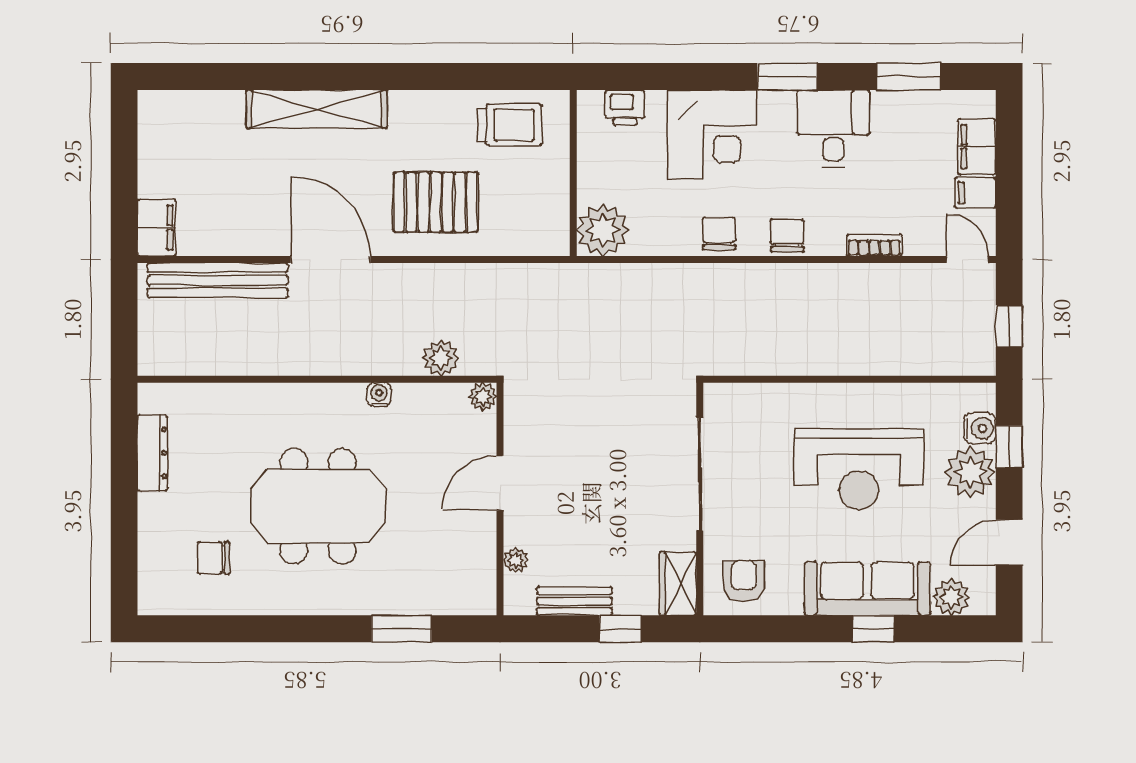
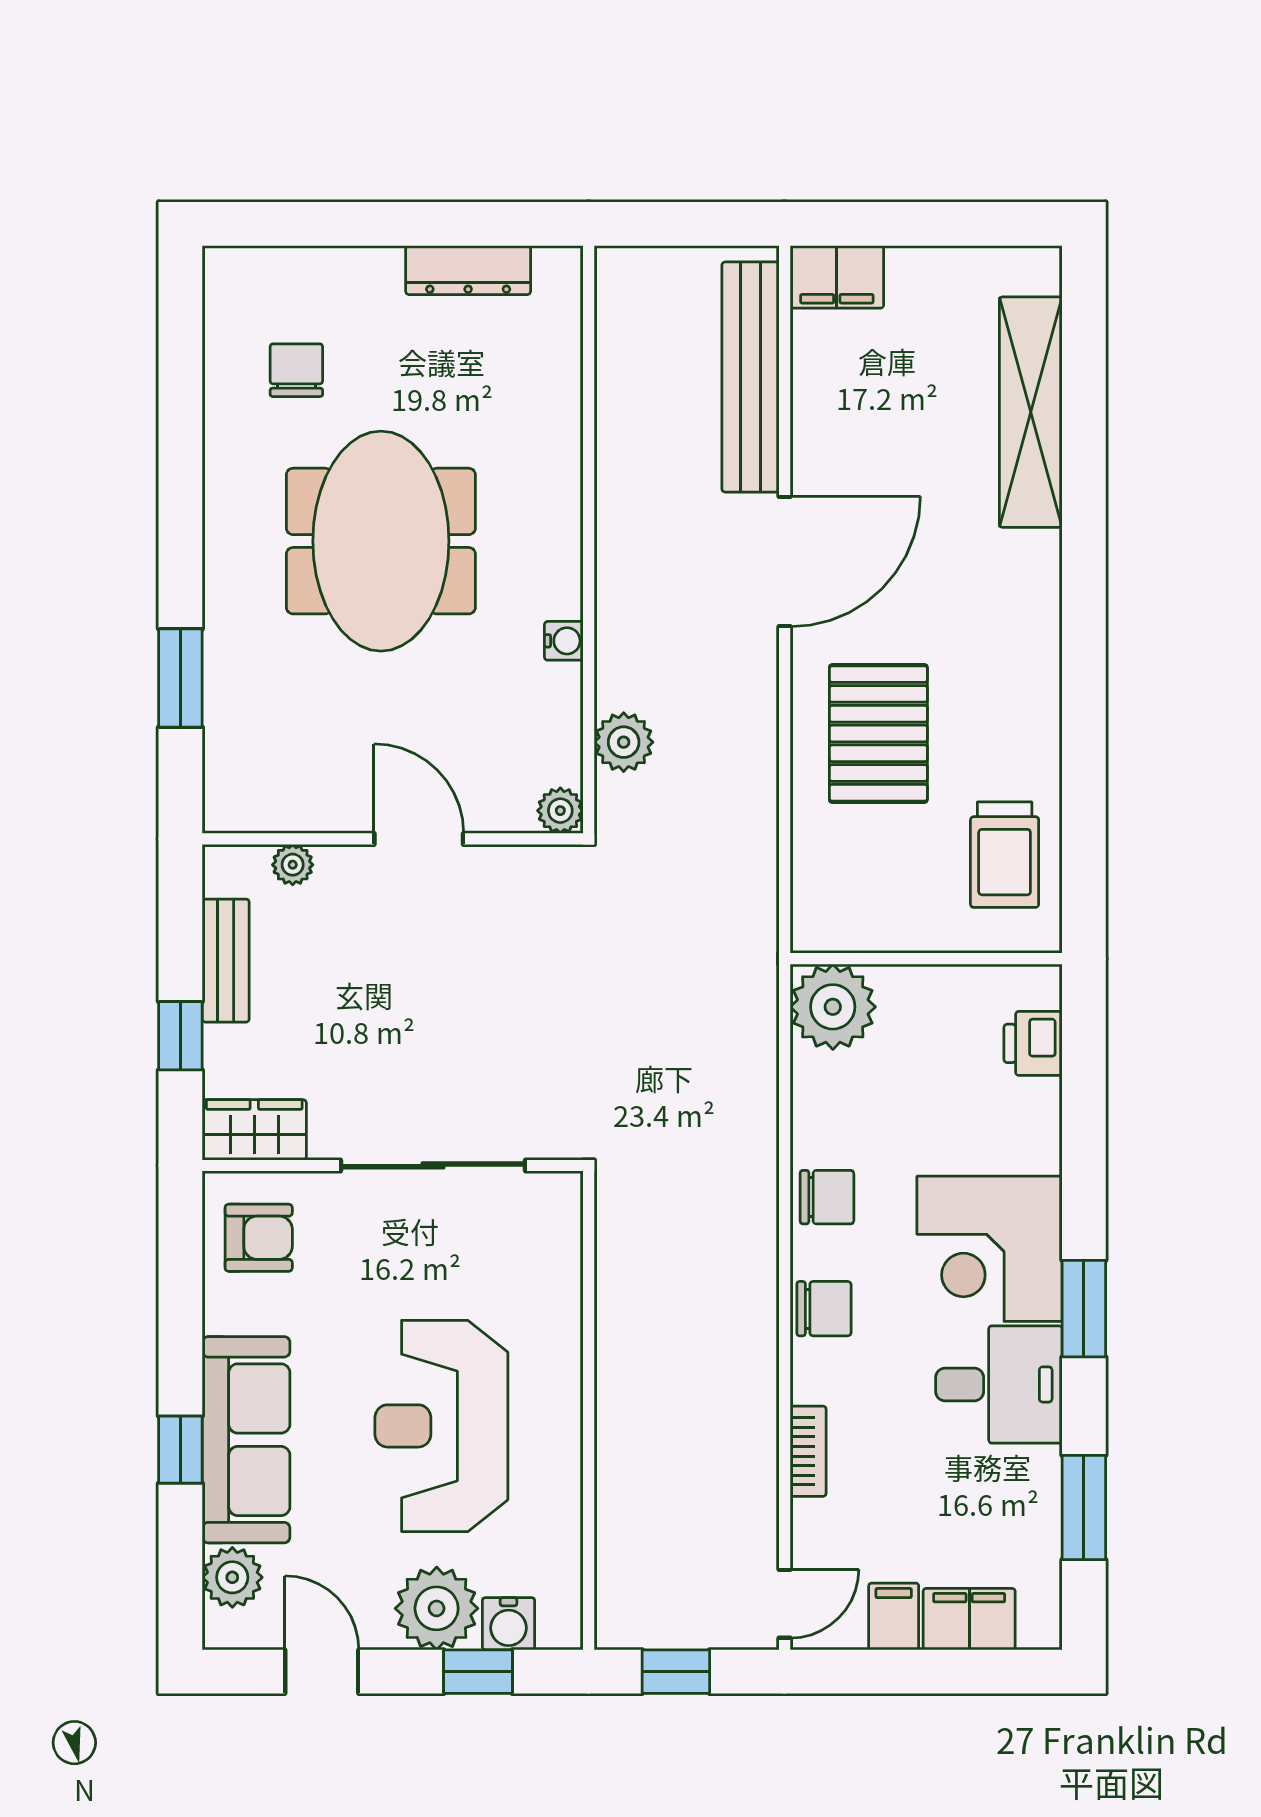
shelving: (317, 109) -> (1031, 412), moved
corner desk: (712, 134) -> (990, 1249), moved

